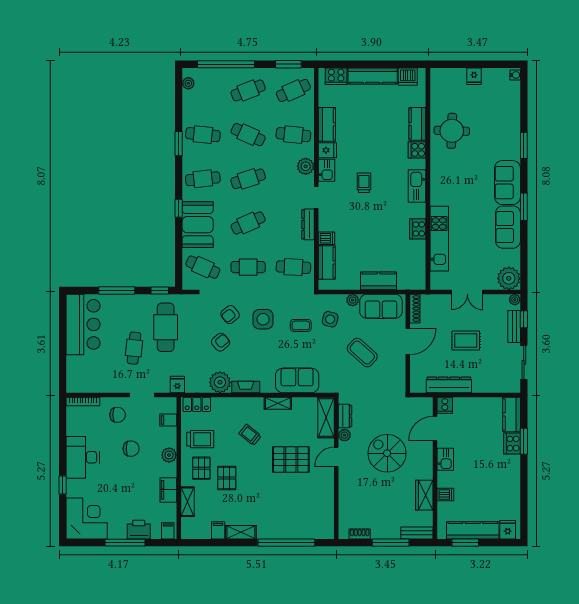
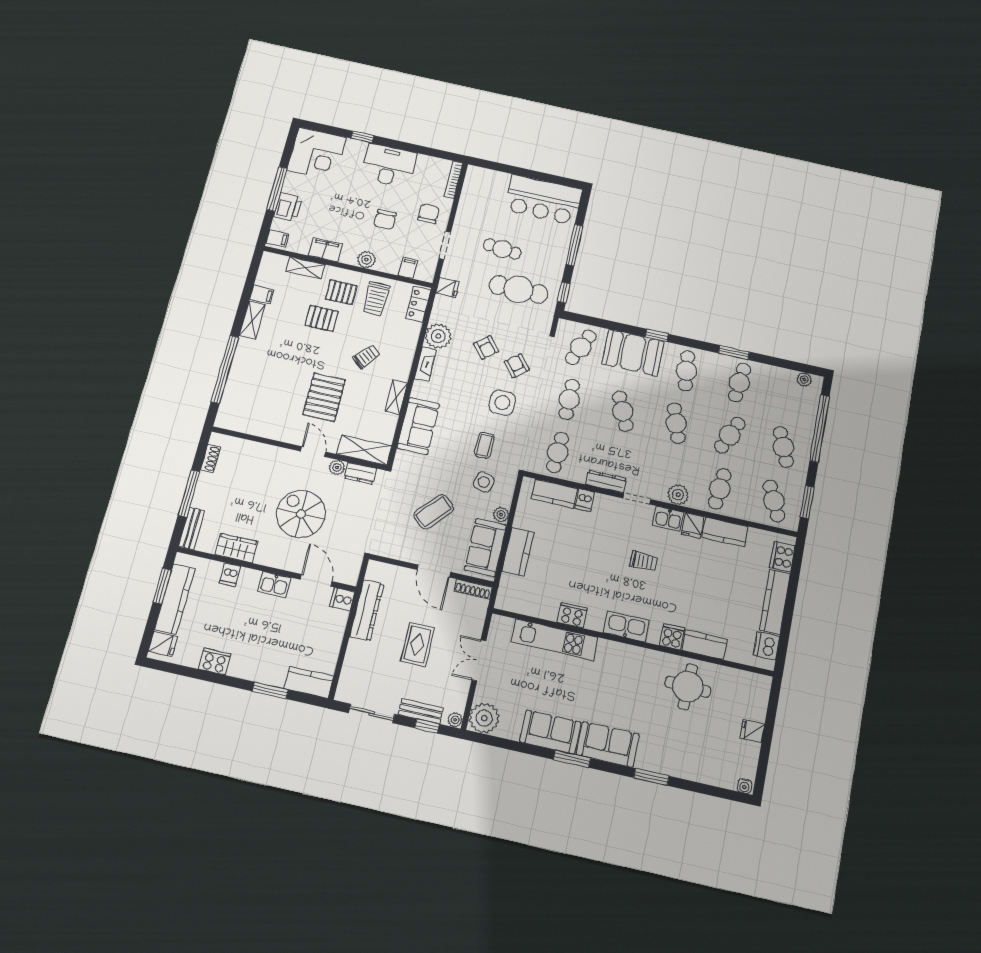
chair: (118, 415) -> (428, 214), turned 180
cooker: (512, 444) -> (214, 662), moved
spiral stairs: (387, 453) -> (301, 514), turned -90

